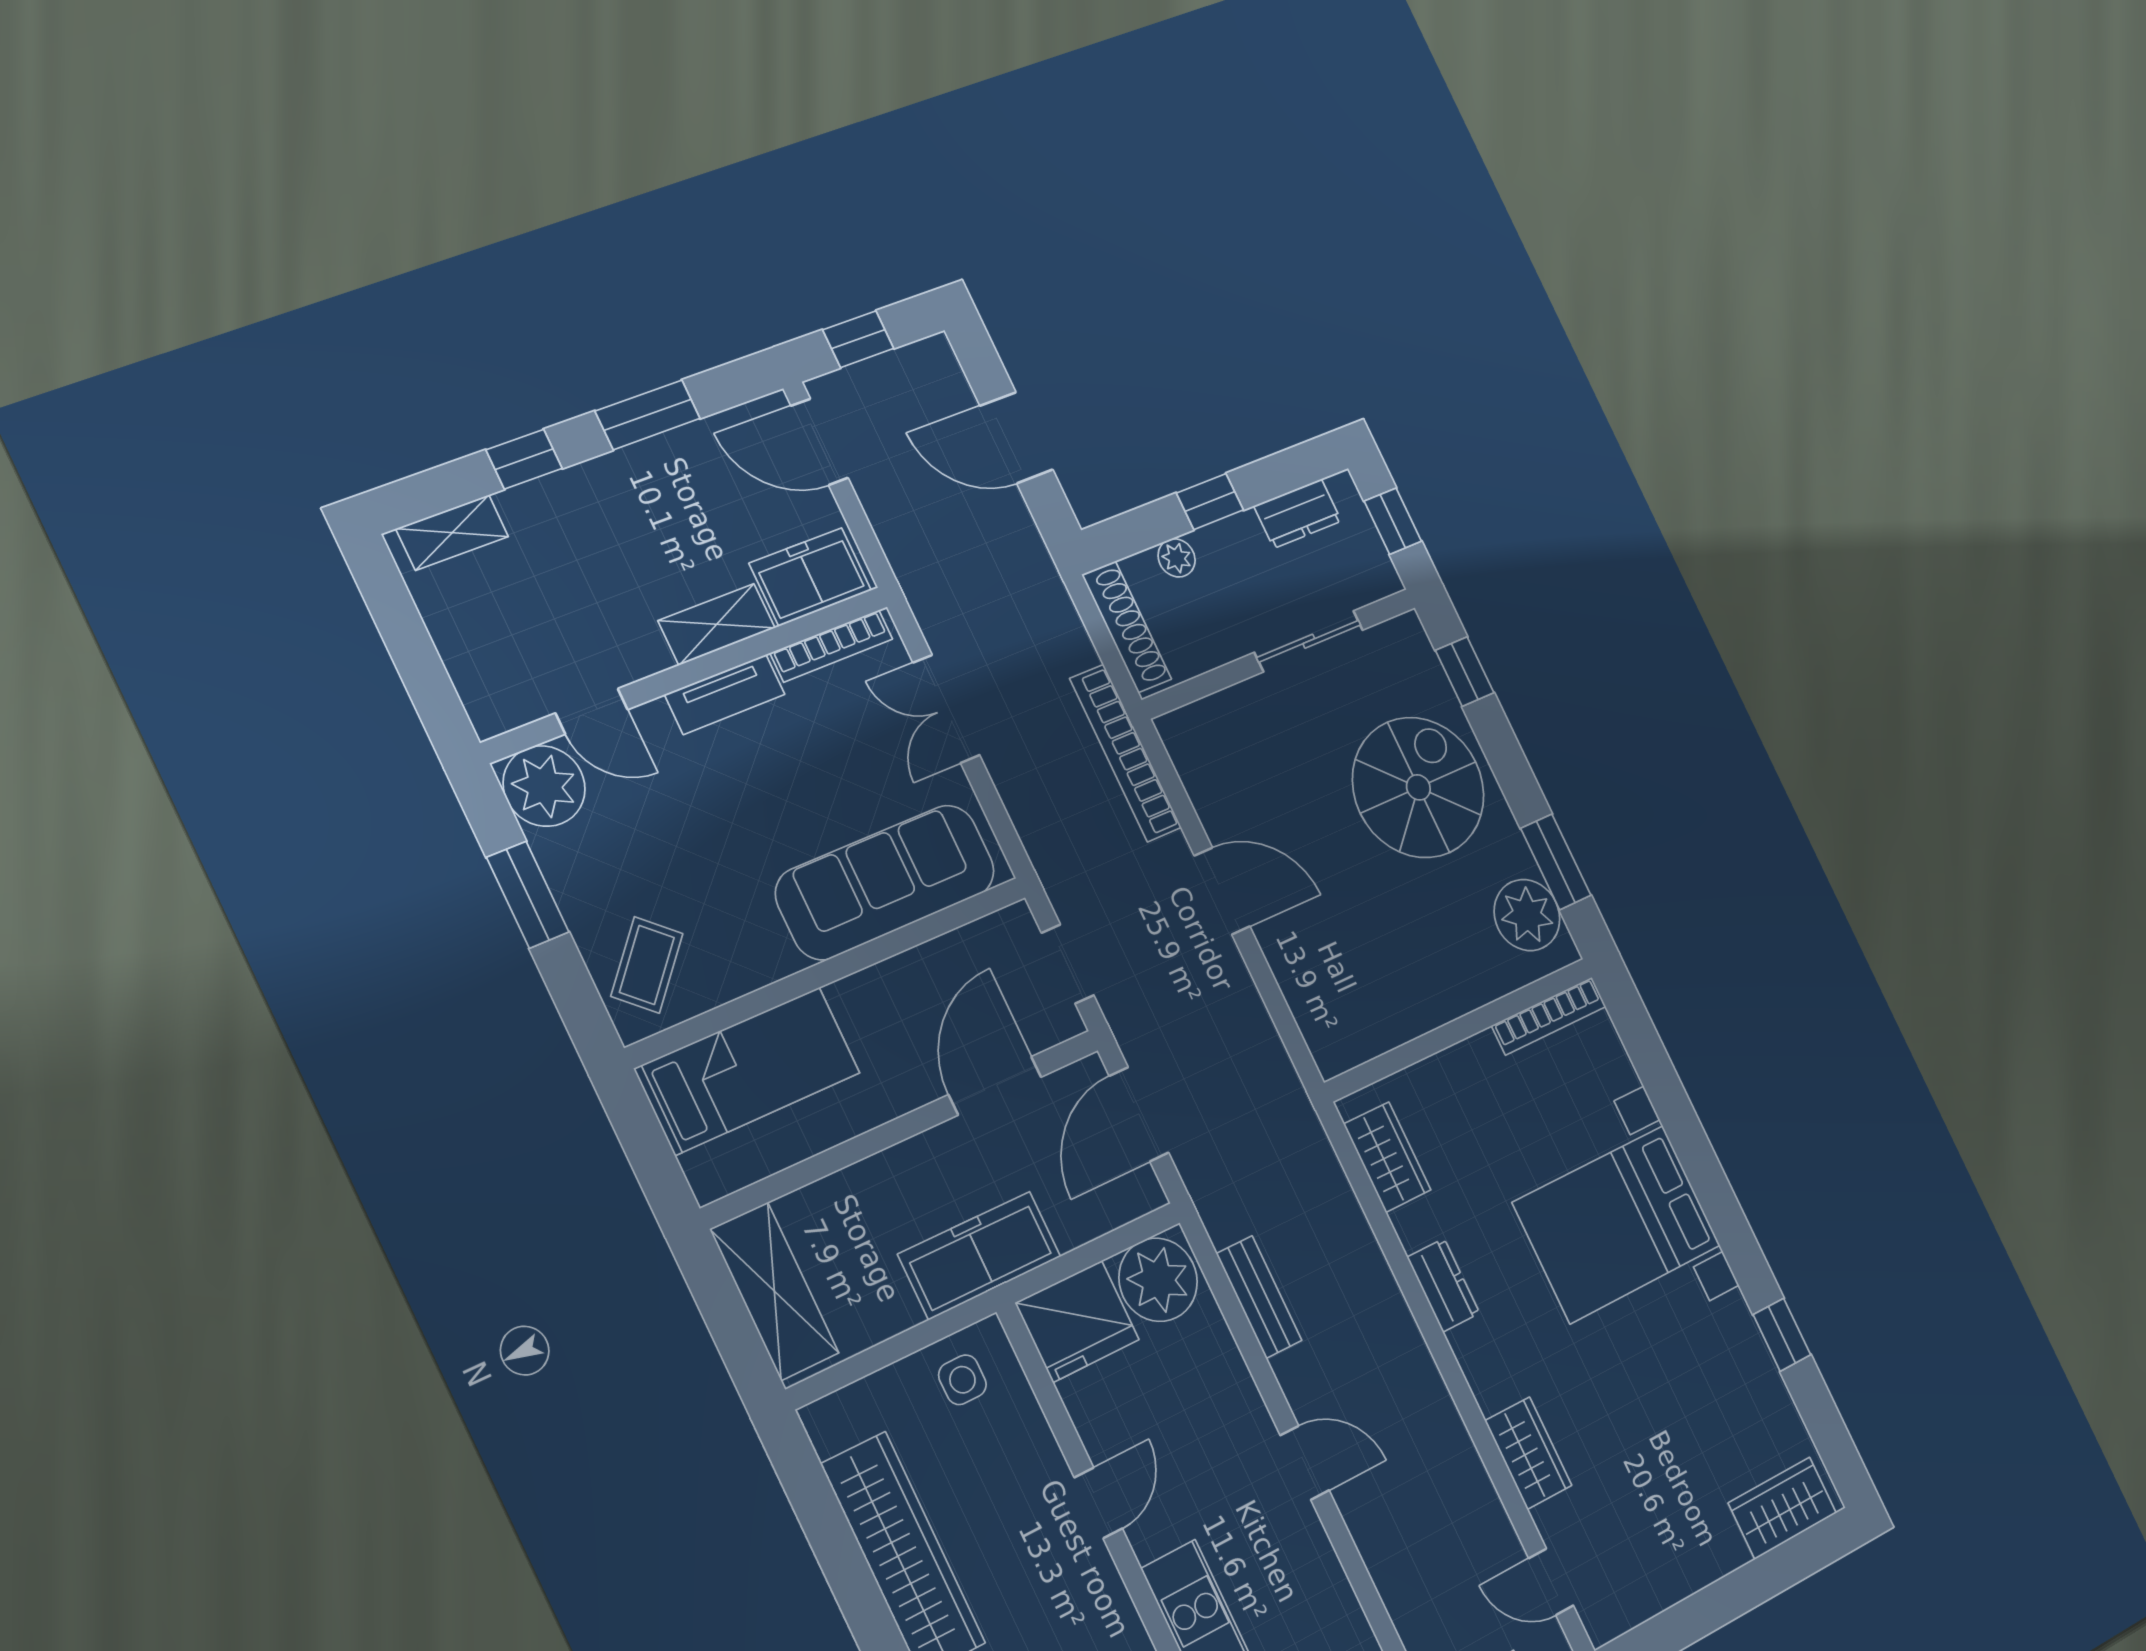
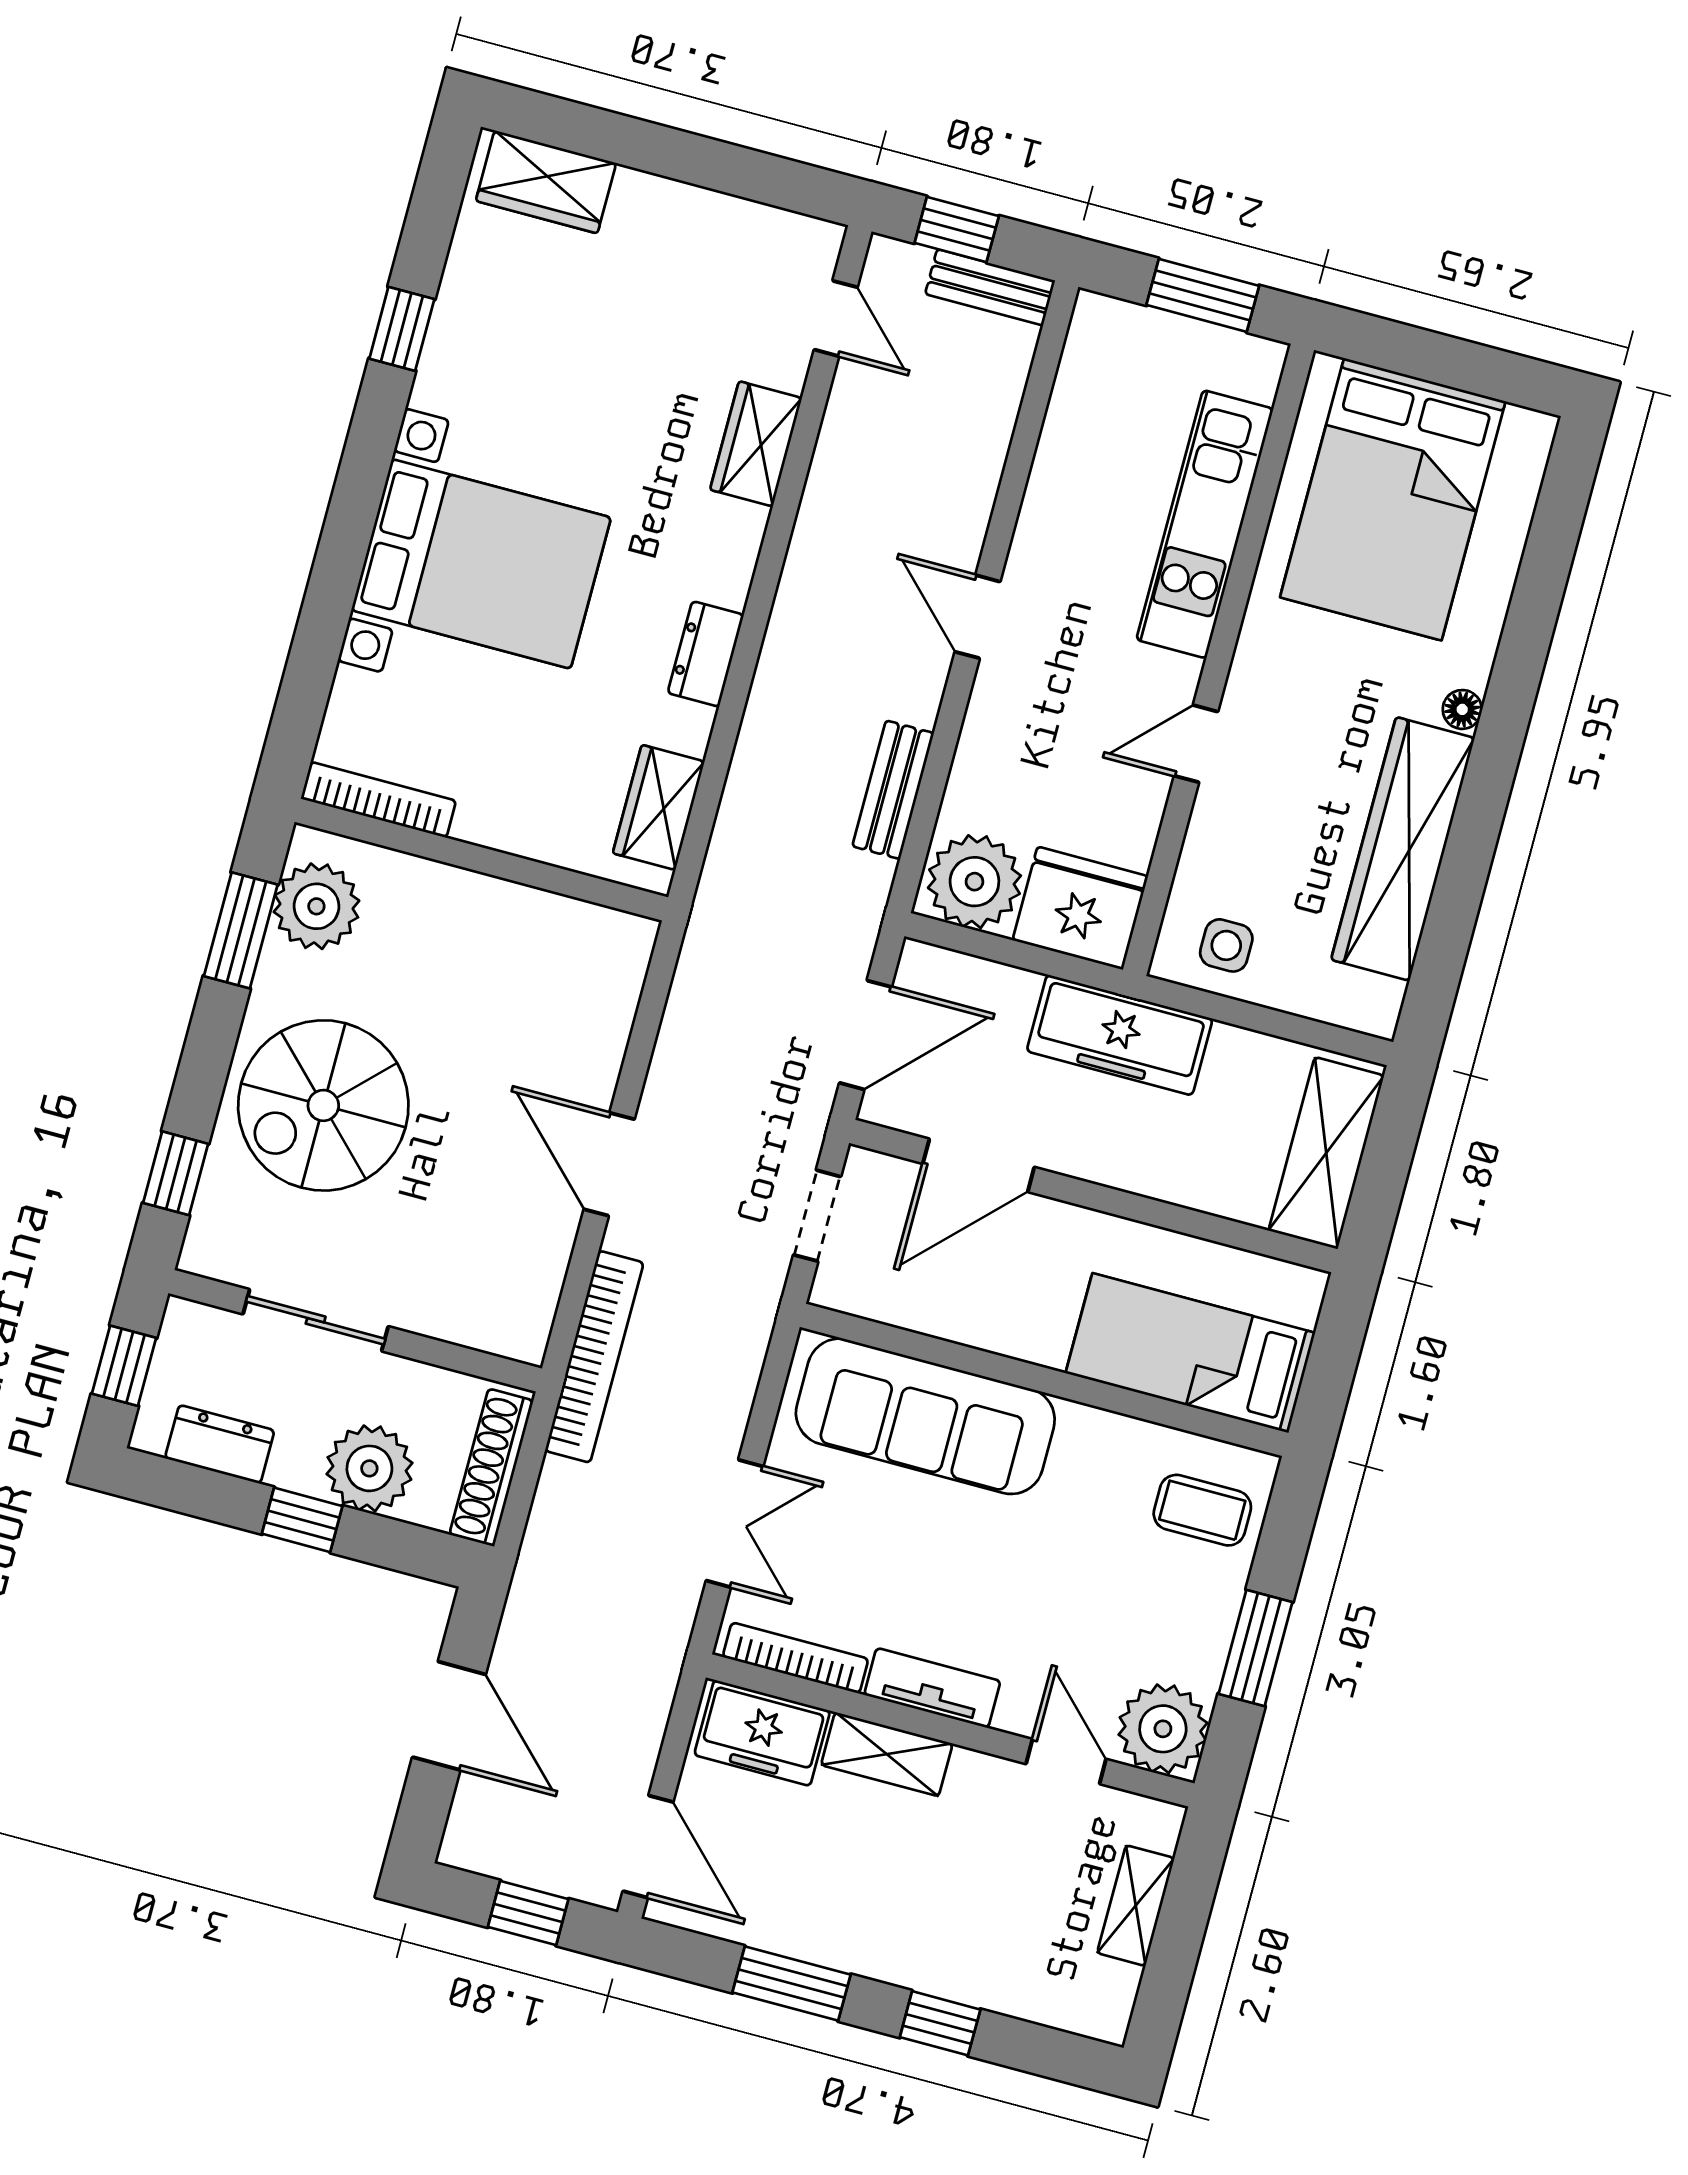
shelving: (452, 533) -> (1136, 1906), moved, turned 90
plant: (1177, 558) -> (369, 1468), width x1.88, depth x1.88
coffee table: (647, 965) -> (1202, 1510), turned 48

